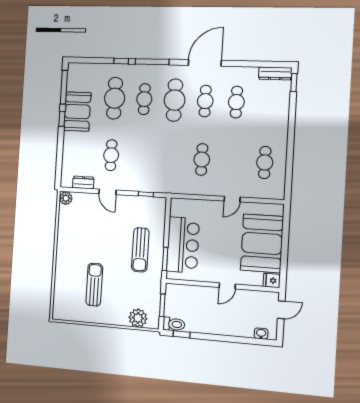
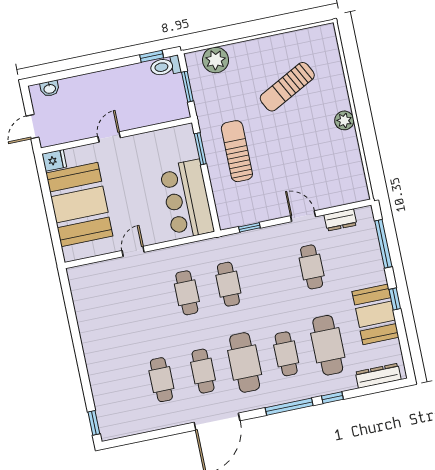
dresser: (275, 73) -> (378, 376), moved
window: (64, 87) -> (383, 244), moved
cafe table: (265, 162) -> (228, 284), moved
plant: (66, 198) -> (344, 120), moved
bar counter: (183, 245) -> (187, 199), moved
sun lounger: (94, 285) -> (287, 87), turned 62

